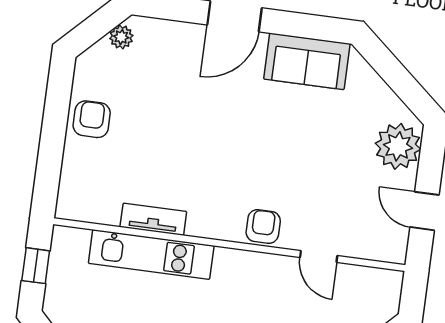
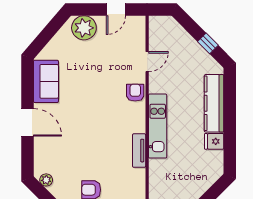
armchair: (263, 226) -> (135, 93), turned 90
kitchen unit: (151, 254) -> (158, 126), moved

